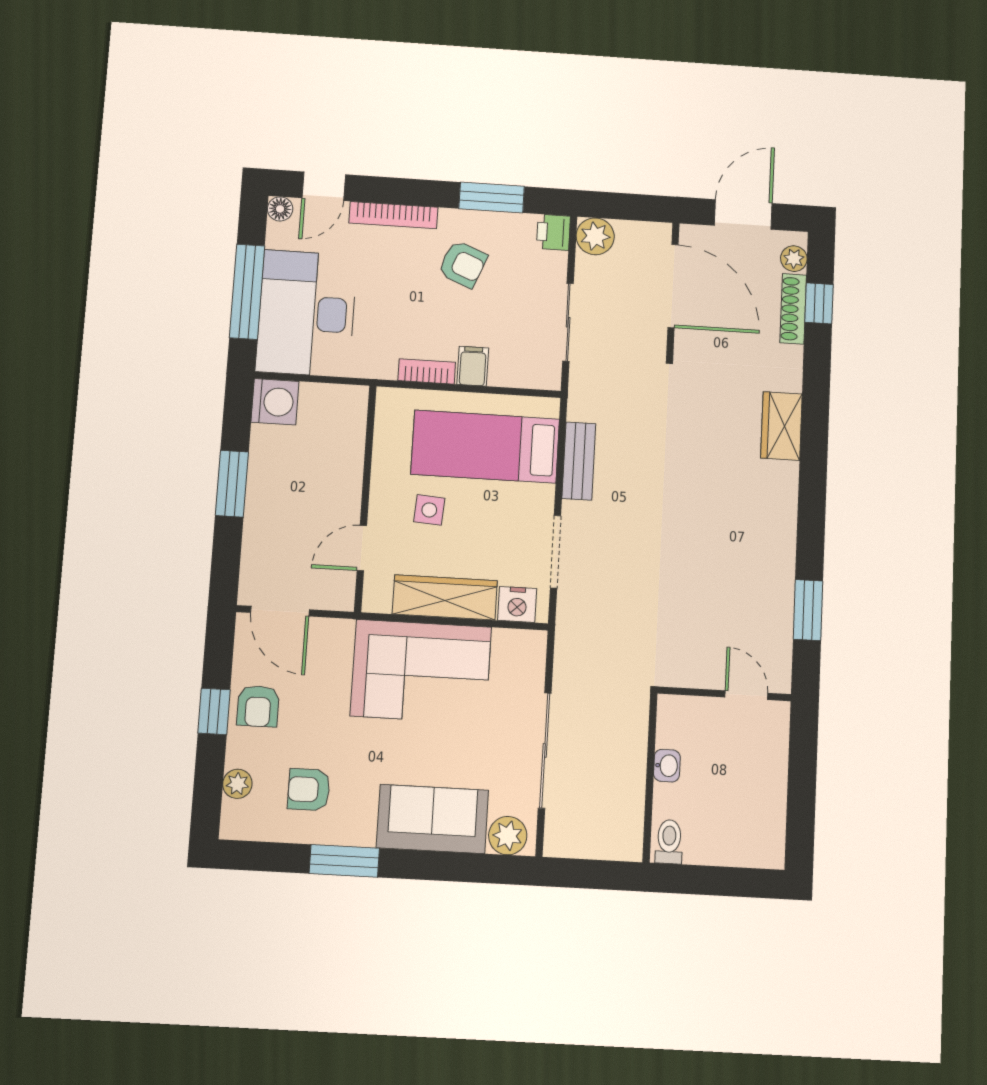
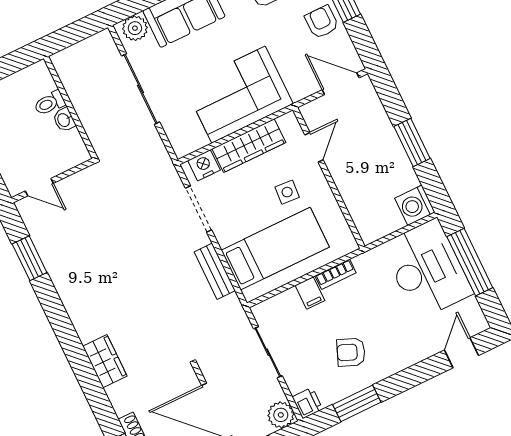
floor lamp: (280, 209) -> (480, 324), removed
bookcase: (393, 215) -> (410, 359), removed
toilet: (669, 842) -> (50, 103), moved, turned 90

